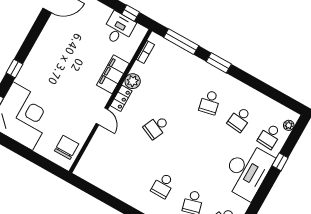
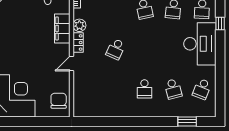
door: (102, 116) -> (71, 64), swing flipped

